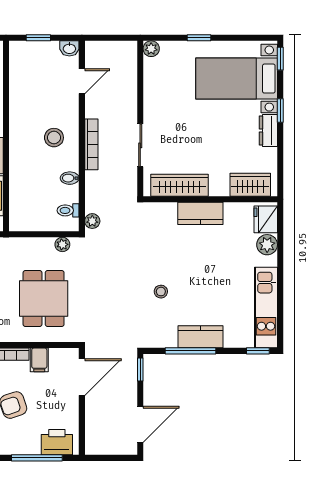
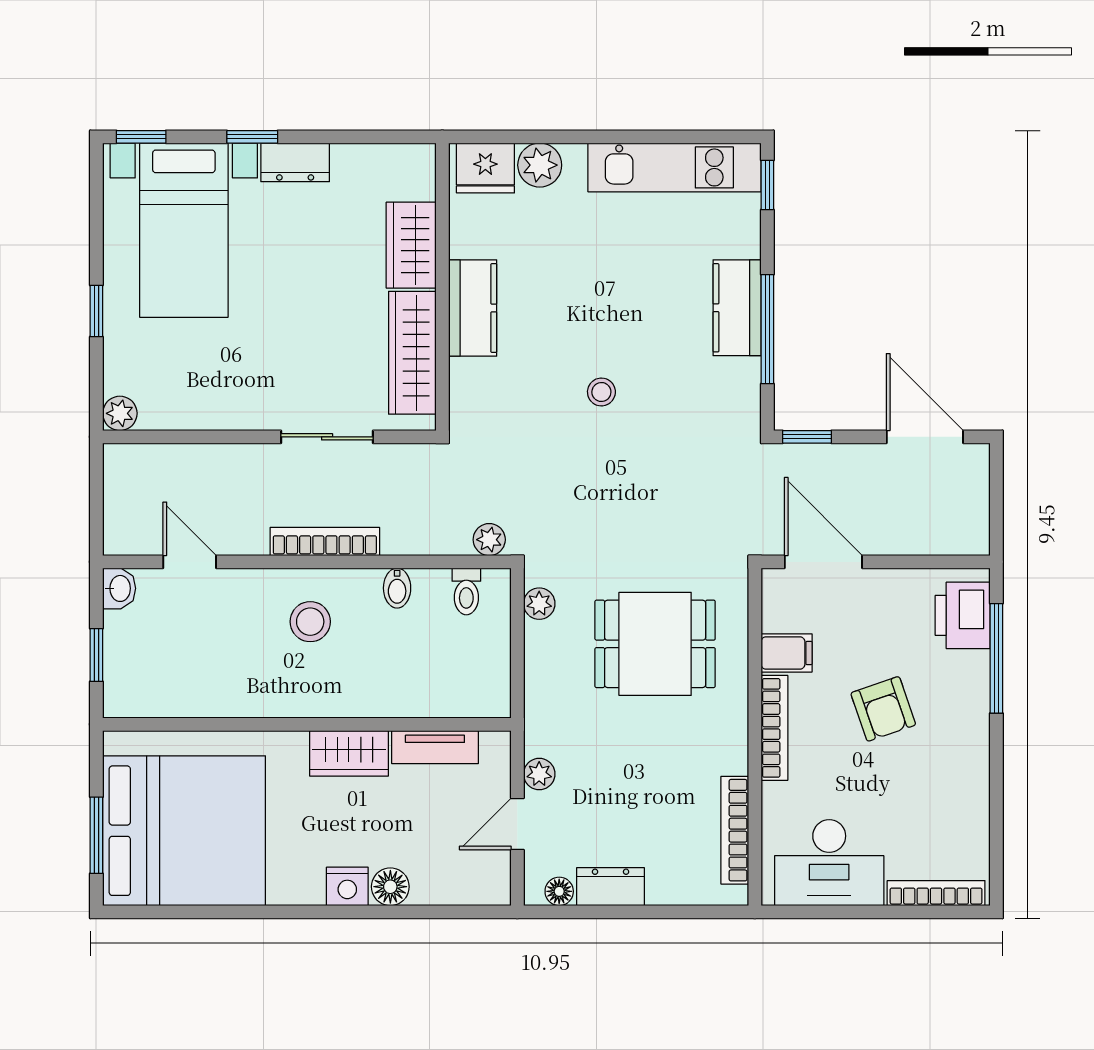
wardrobe: (250, 185) -> (411, 245), moved
stool: (161, 292) -> (601, 392), moved

